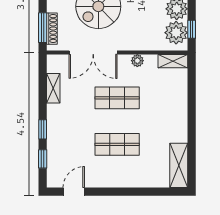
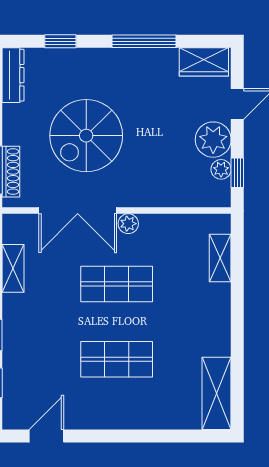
plant: (176, 33) -> (221, 169), width x0.53, depth x0.53
plant: (137, 61) -> (128, 224), moved
shelving: (173, 61) -> (220, 258), moved, turned 90

